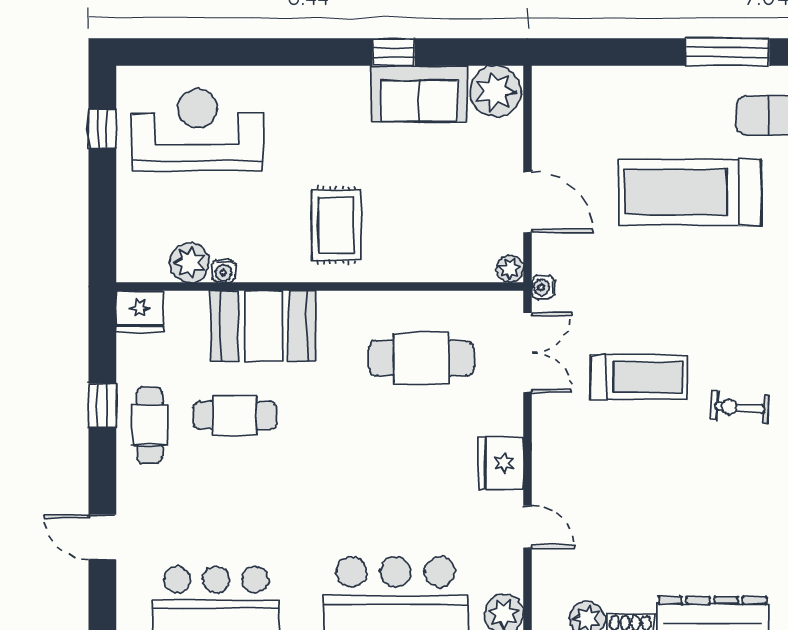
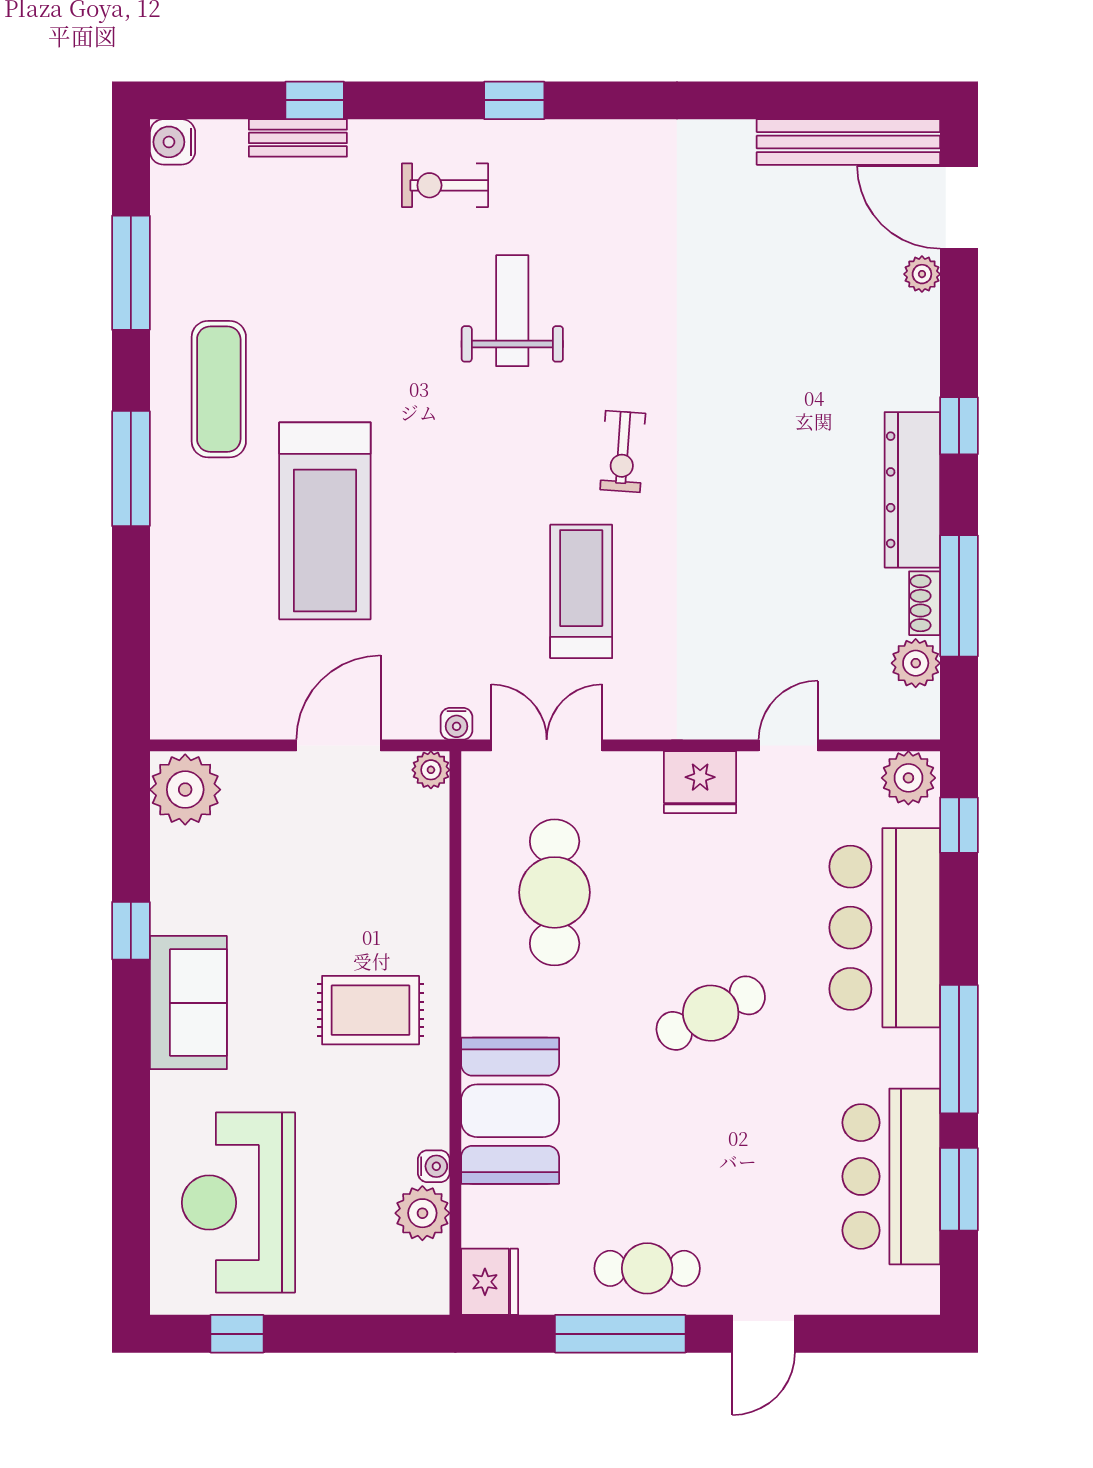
sofa: (419, 94) -> (188, 1003), moved
window: (102, 406) -> (620, 1334), width x2.17
cafe table: (235, 415) -> (711, 1013), moved, turned 64
door: (102, 537) -> (764, 1334), moved

